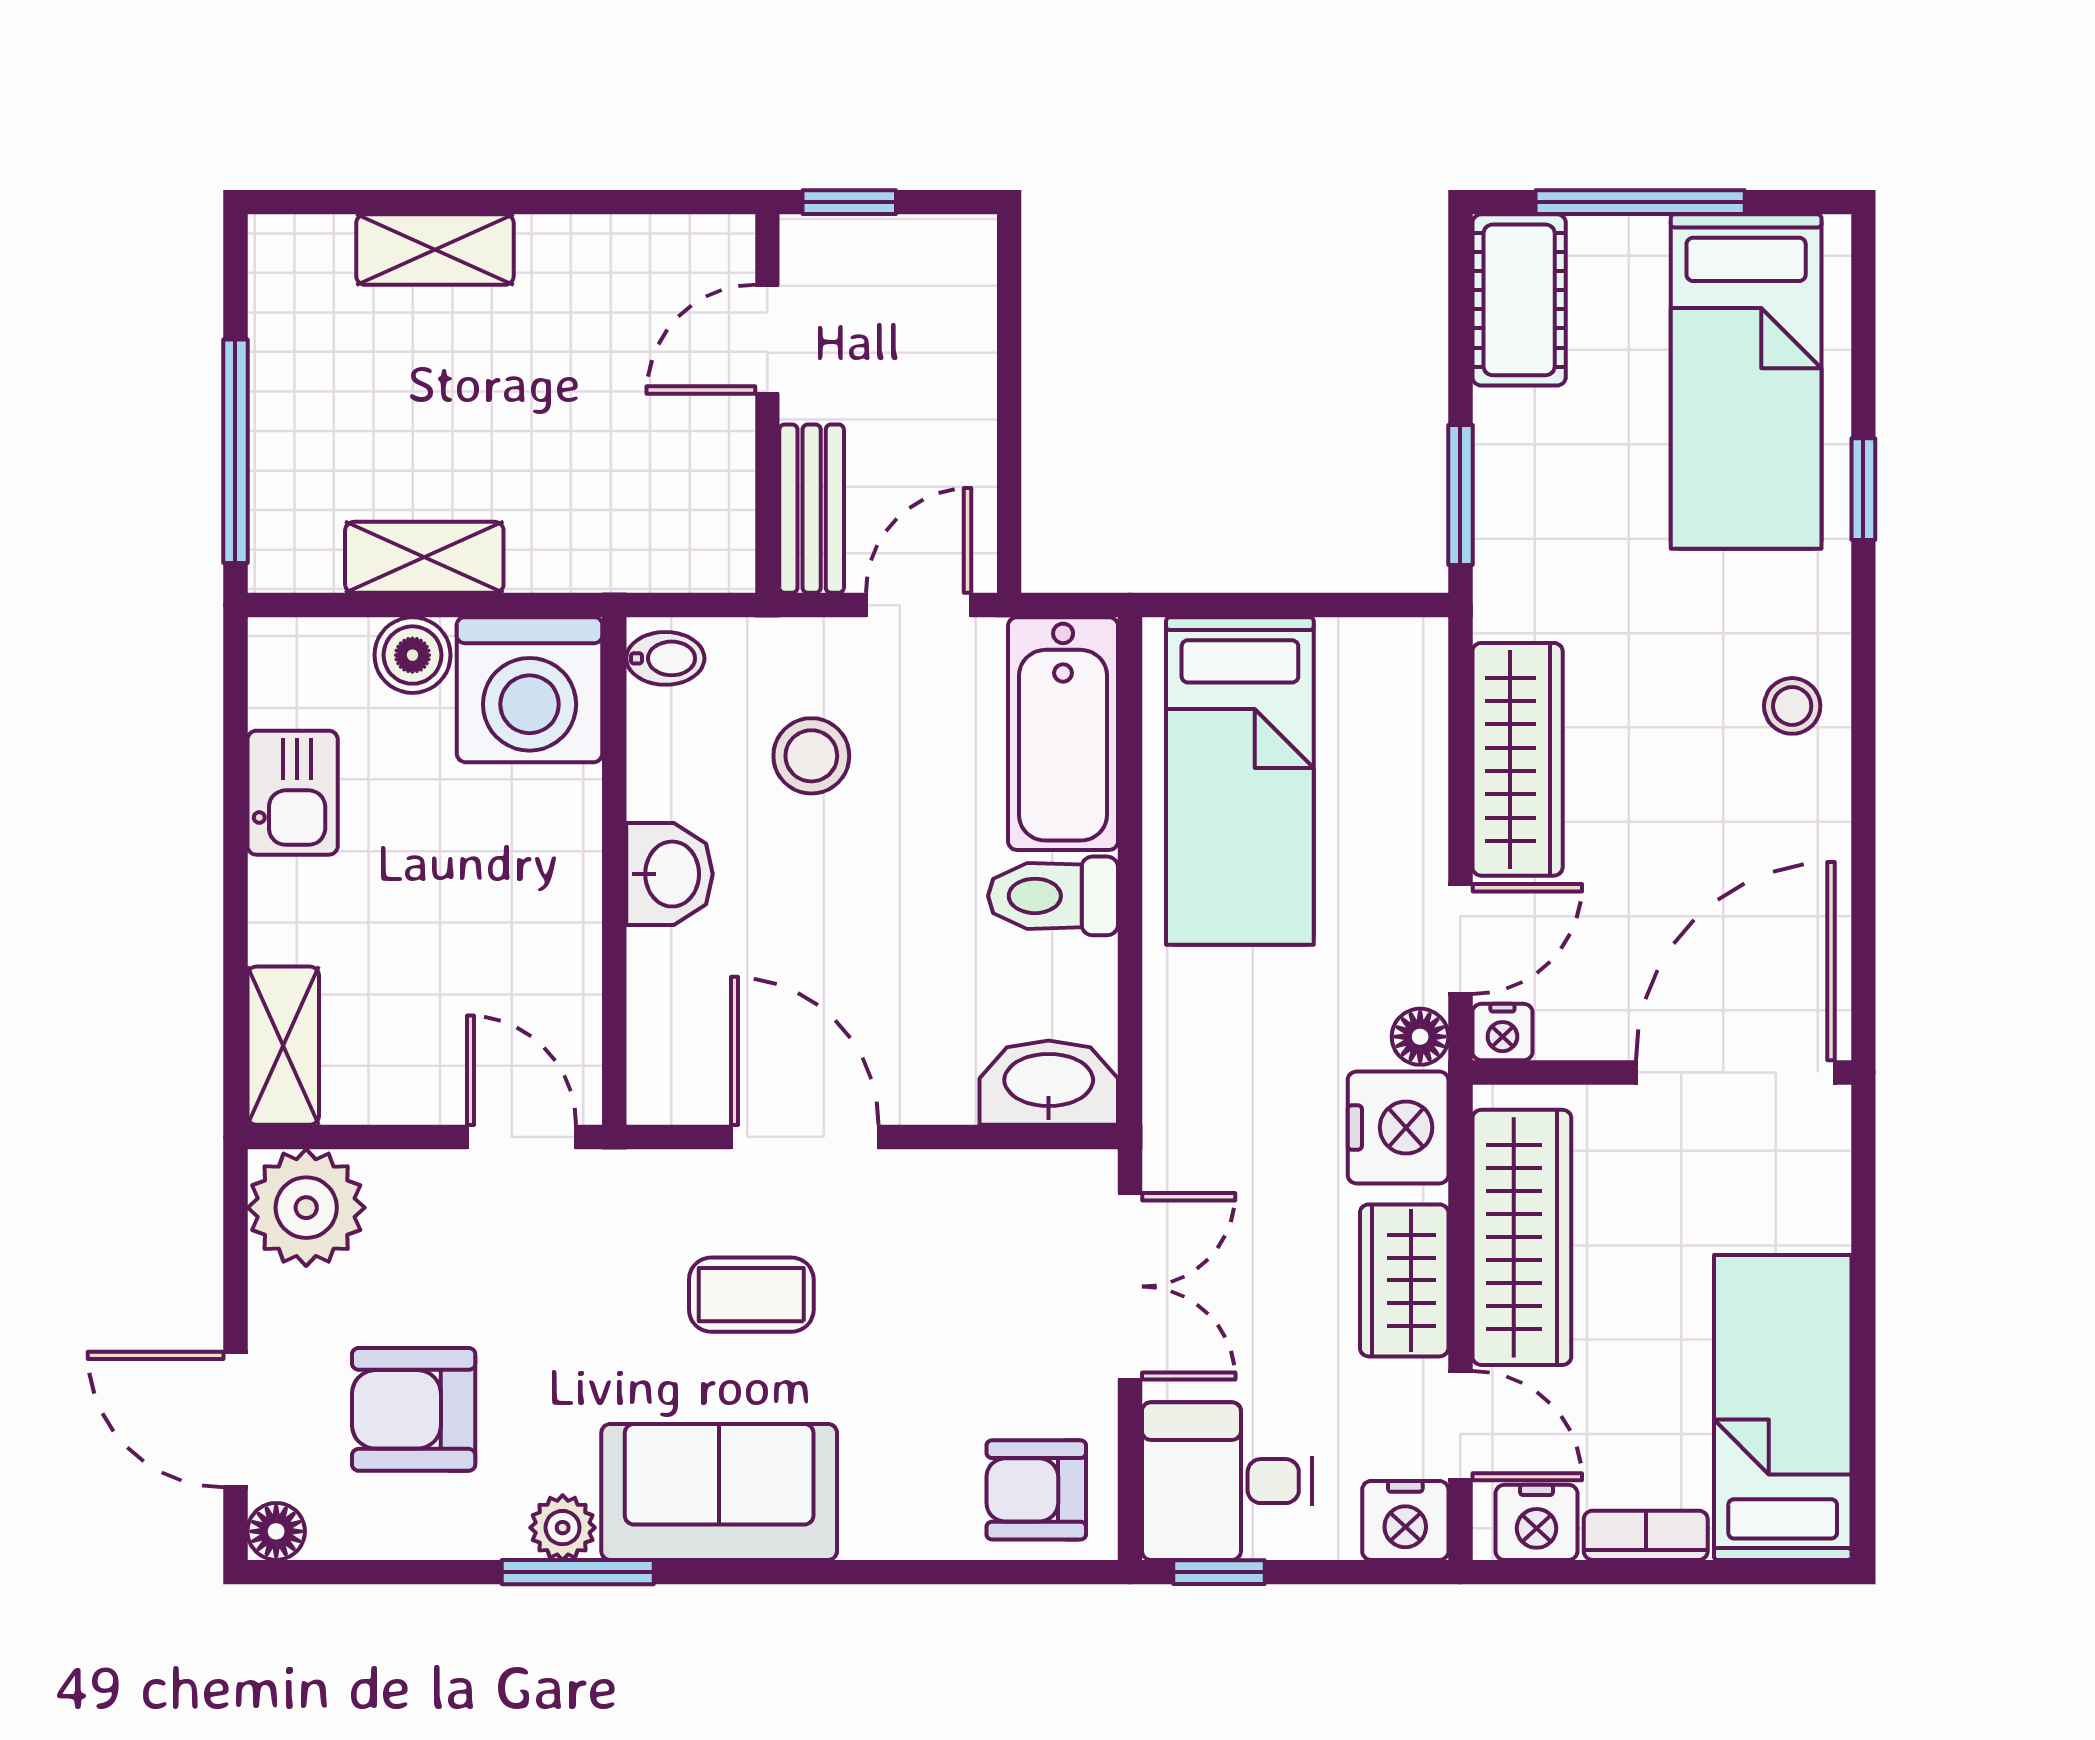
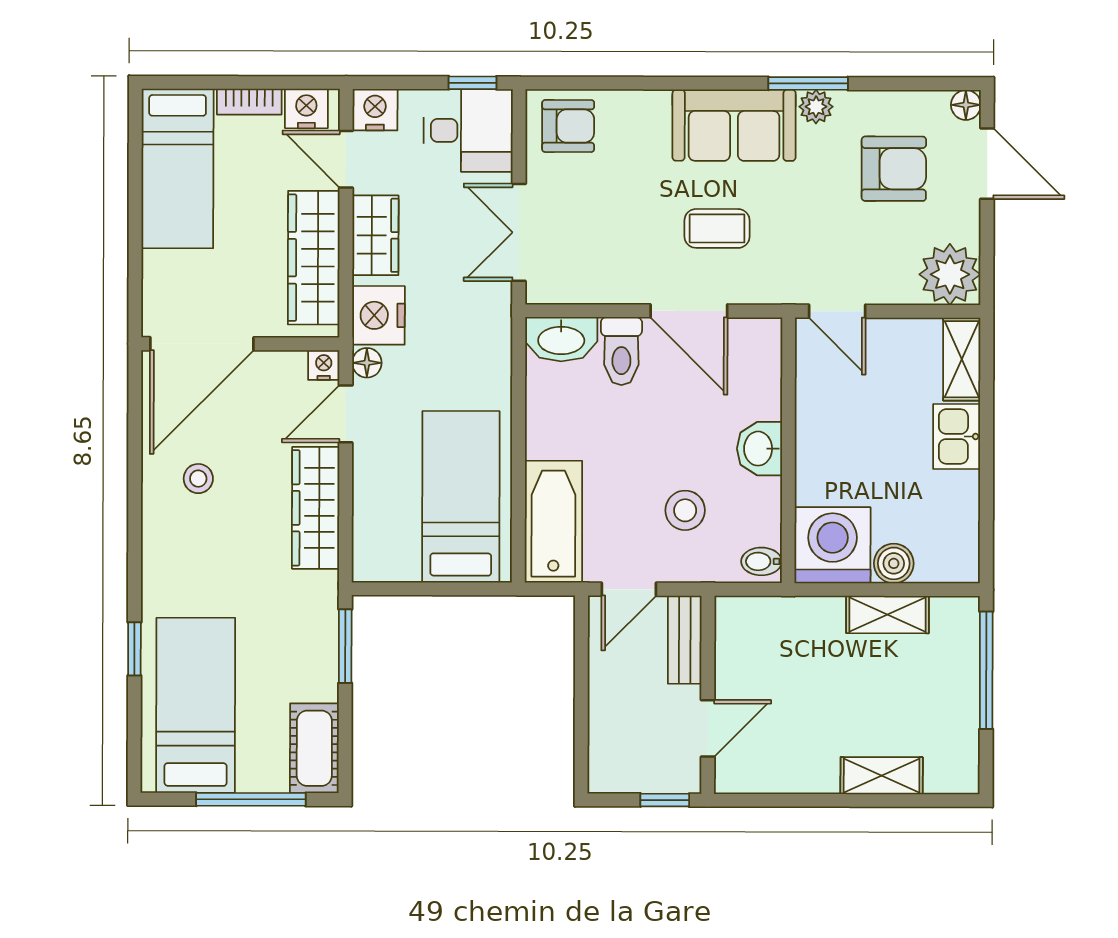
stool: (1792, 706) -> (198, 479), moved
kitchen sink: (293, 793) -> (957, 436), moved
toilet: (1053, 896) -> (621, 351), moved, turned 90

